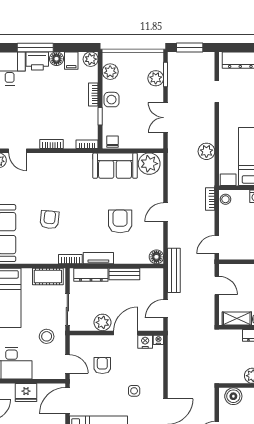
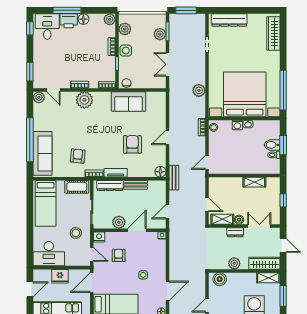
filing cabinet: (71, 61) -> (95, 20), removed
plant: (149, 164) -> (84, 100), moved
armchair: (50, 220) -> (78, 156), moved
bench: (174, 270) -> (174, 178), width x0.73
door: (217, 285) -> (207, 205), moved
nightstand: (145, 342) -> (99, 237), moved

